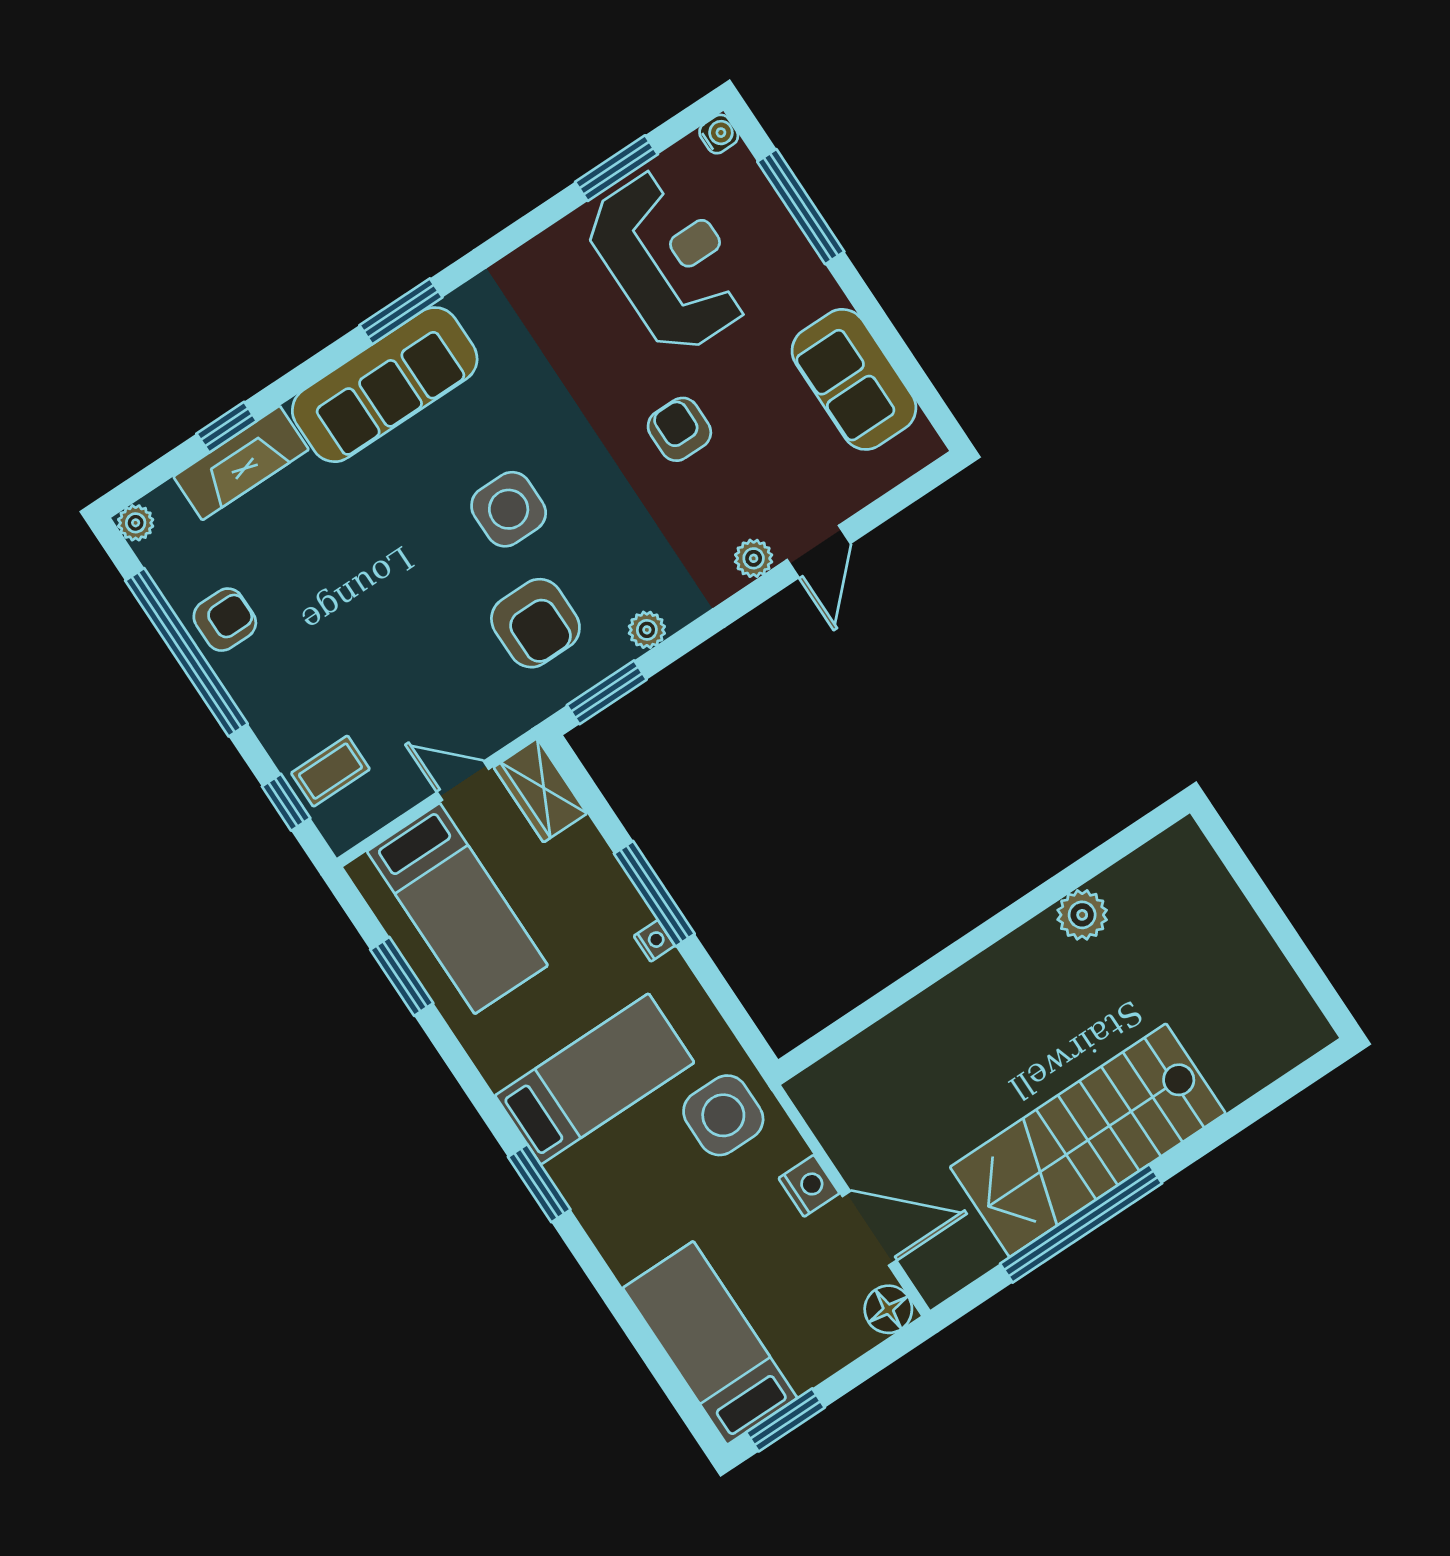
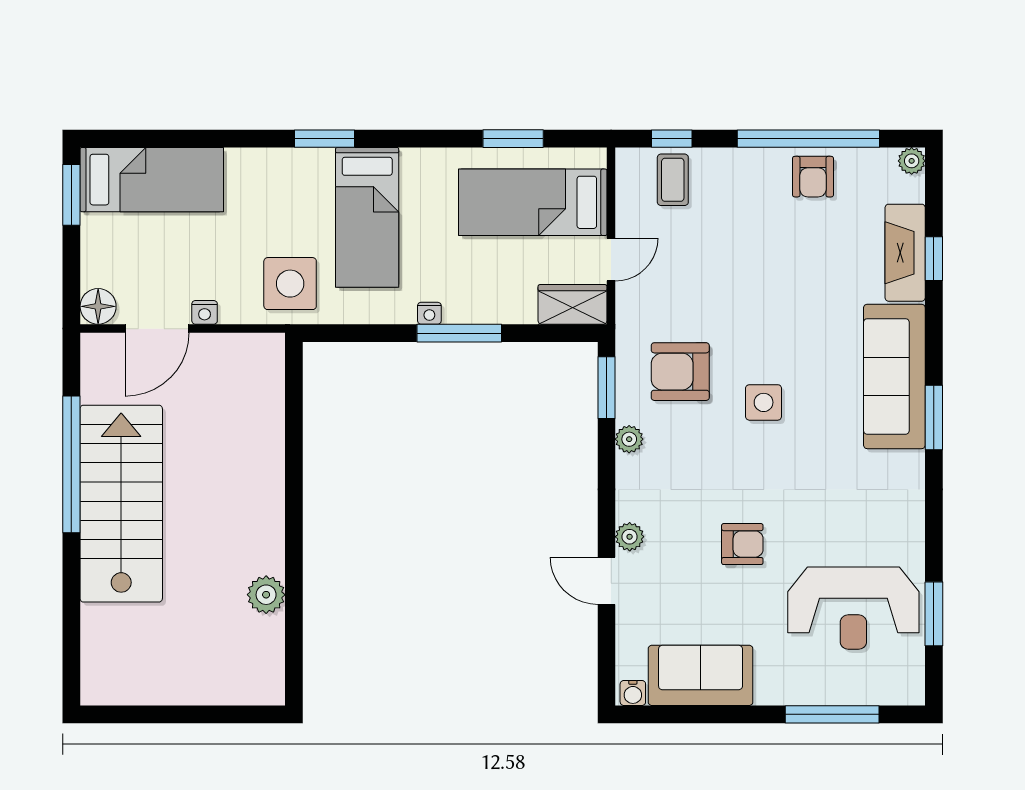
water cooler: (719, 134) -> (633, 693), moved
side table: (509, 509) -> (764, 402), width x0.73, depth x0.73
nightstand: (809, 1186) -> (205, 312), width x0.72, depth x0.74

